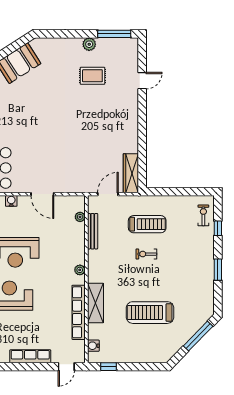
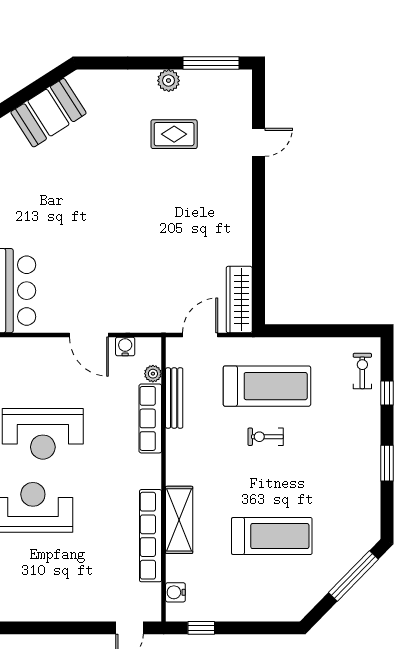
water cooler: (11, 201) -> (125, 347), moved
treadmill: (147, 224) -> (267, 386), width x1.37, depth x1.38
plant: (80, 270) -> (152, 464), removed
treadmill: (150, 313) -> (272, 536), turned 180
row of seats: (30, 356) -> (150, 418), moved, turned -90

